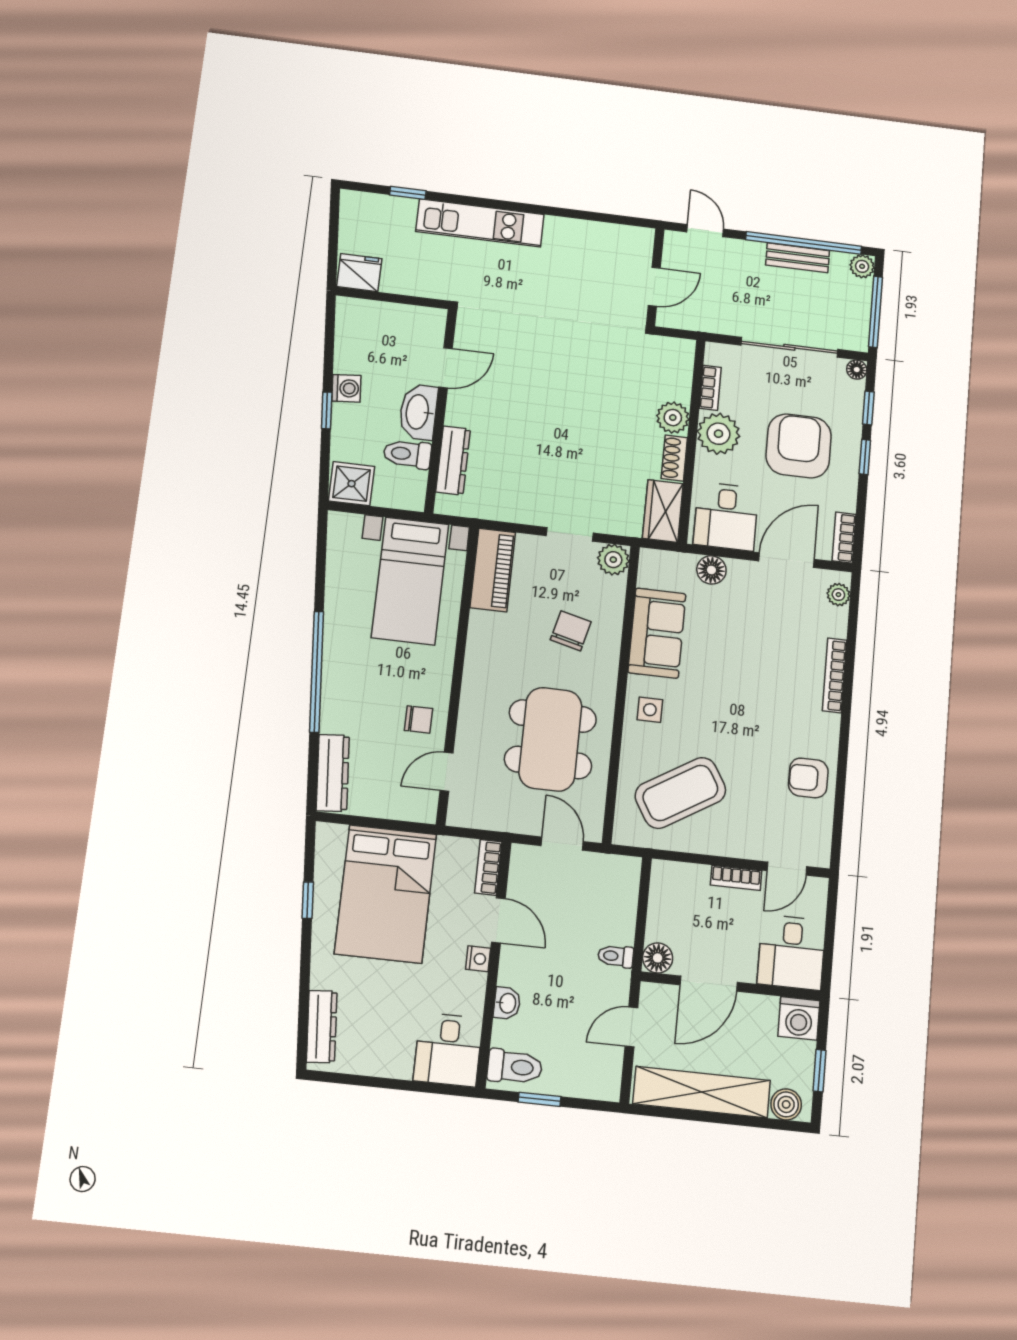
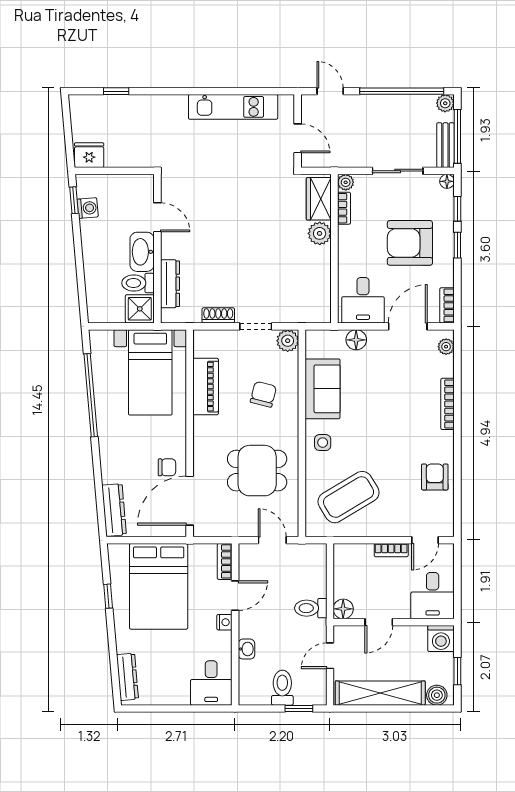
kitchen unit: (480, 223) -> (233, 107), moved
bench: (798, 258) -> (446, 145), moved, turned 90
door: (654, 287) -> (298, 138), hinge flipped
sliding door: (789, 347) -> (398, 171), width x0.73
door: (446, 368) -> (157, 217), hinge flipped
washing machine: (346, 388) -> (88, 208), moved
window: (327, 410) -> (74, 200), moved
plant: (718, 434) -> (346, 182), moved, width x0.53, depth x0.53
armchair: (799, 446) -> (410, 243), turned -90
shoe rack: (674, 458) -> (218, 315), moved, turned 90
shower: (352, 484) -> (140, 309), moved
wardrobe: (663, 511) -> (319, 199), moved
piano: (493, 570) -> (206, 387), moved
window: (317, 672) -> (91, 395), moved
dining table: (550, 739) -> (257, 471), width x0.73
door: (447, 772) -> (190, 501), width x1.87
armchair: (808, 778) -> (435, 477), turned 90
door: (498, 920) -> (235, 596), hinge flipped
toilet: (616, 956) -> (311, 608), width x1.37, depth x1.39
door: (709, 984) -> (379, 622), width x0.73
toilet: (515, 1067) -> (282, 688), moved, turned -90
window: (539, 1099) -> (299, 708), moved

